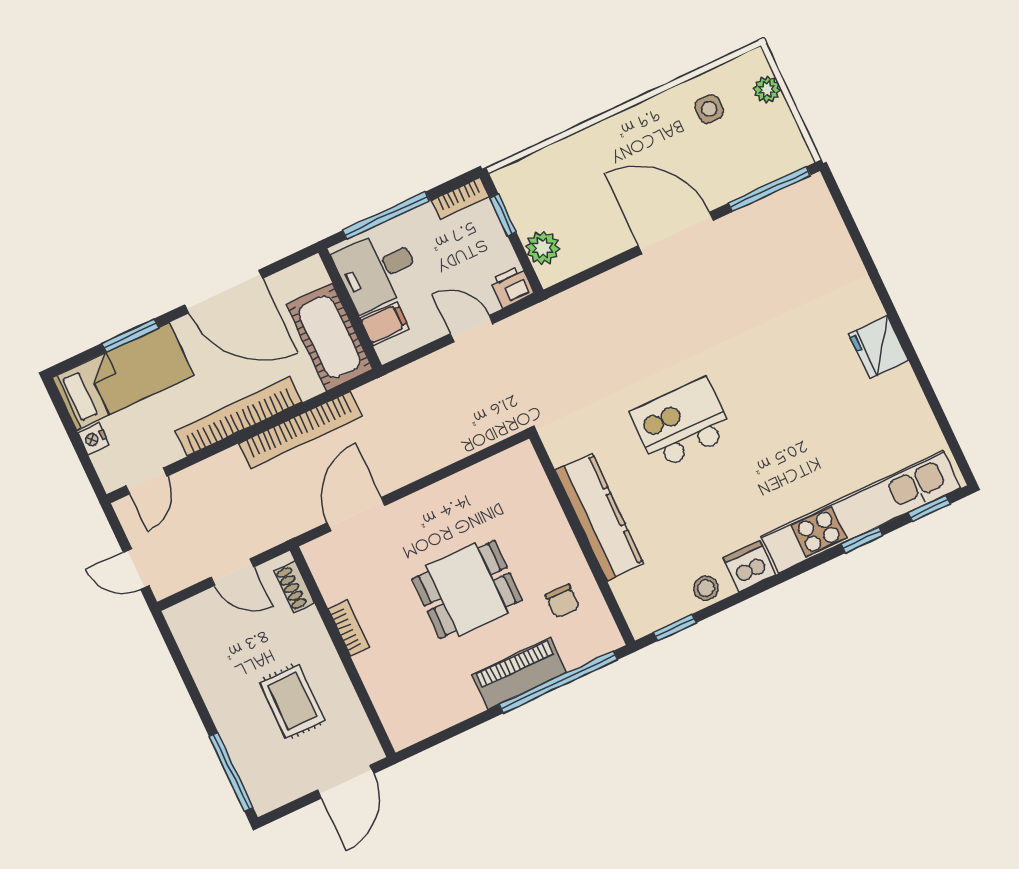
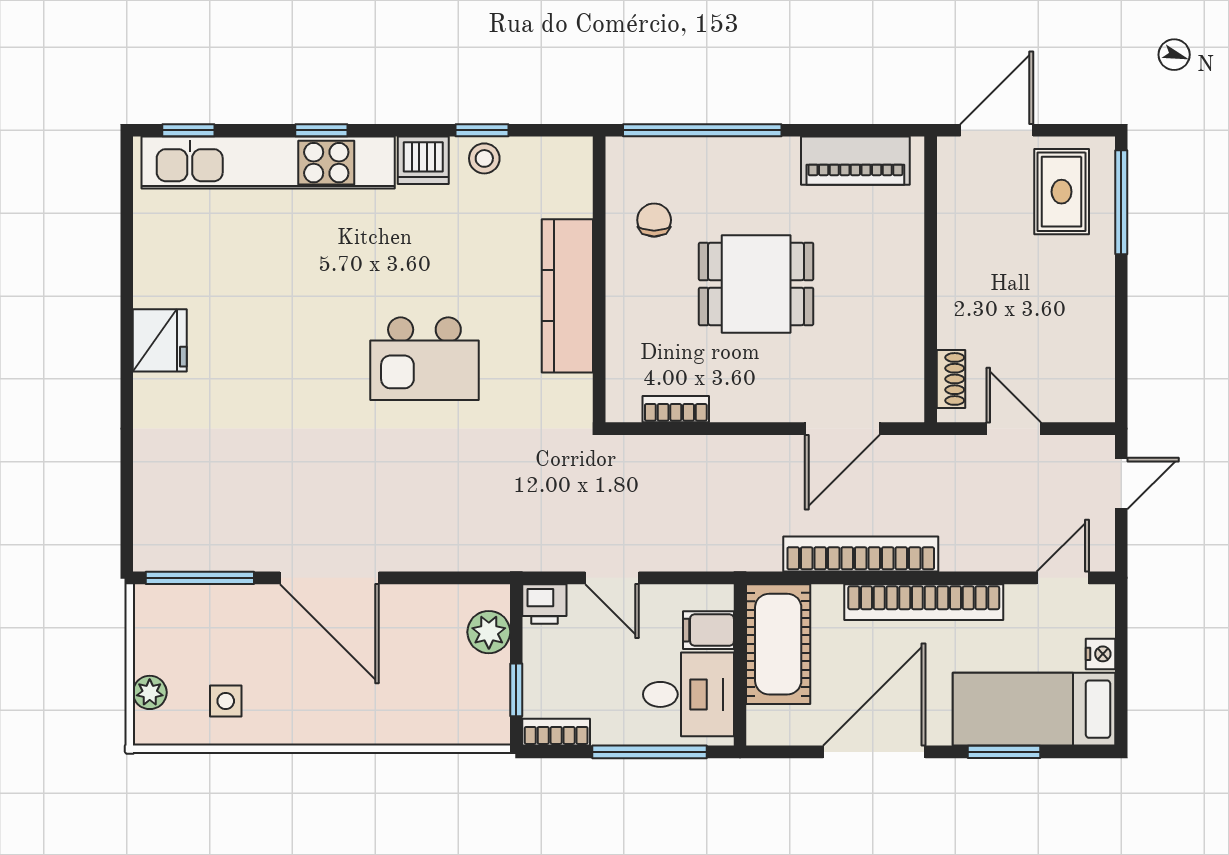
door: (224, 292) -> (874, 752), hinge flipped
window: (862, 540) -> (321, 130), moved
door: (136, 569) -> (1121, 483), hinge flipped
bookcase: (349, 628) -> (676, 409), moved, turned 90
window: (675, 628) -> (482, 130), moved
piano: (519, 674) -> (855, 161), moved
rug: (292, 701) -> (1062, 192), moved

